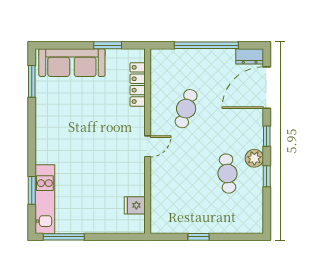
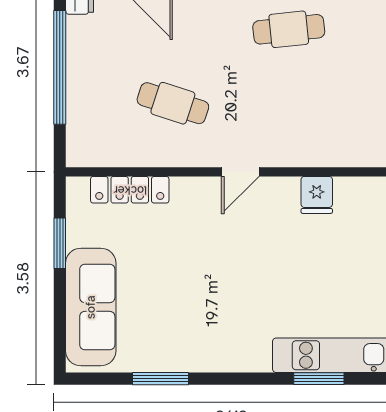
window: (32, 81) -> (160, 379), moved
door: (148, 146) -> (240, 172), swing flipped
fridge: (135, 205) -> (317, 195), moved

